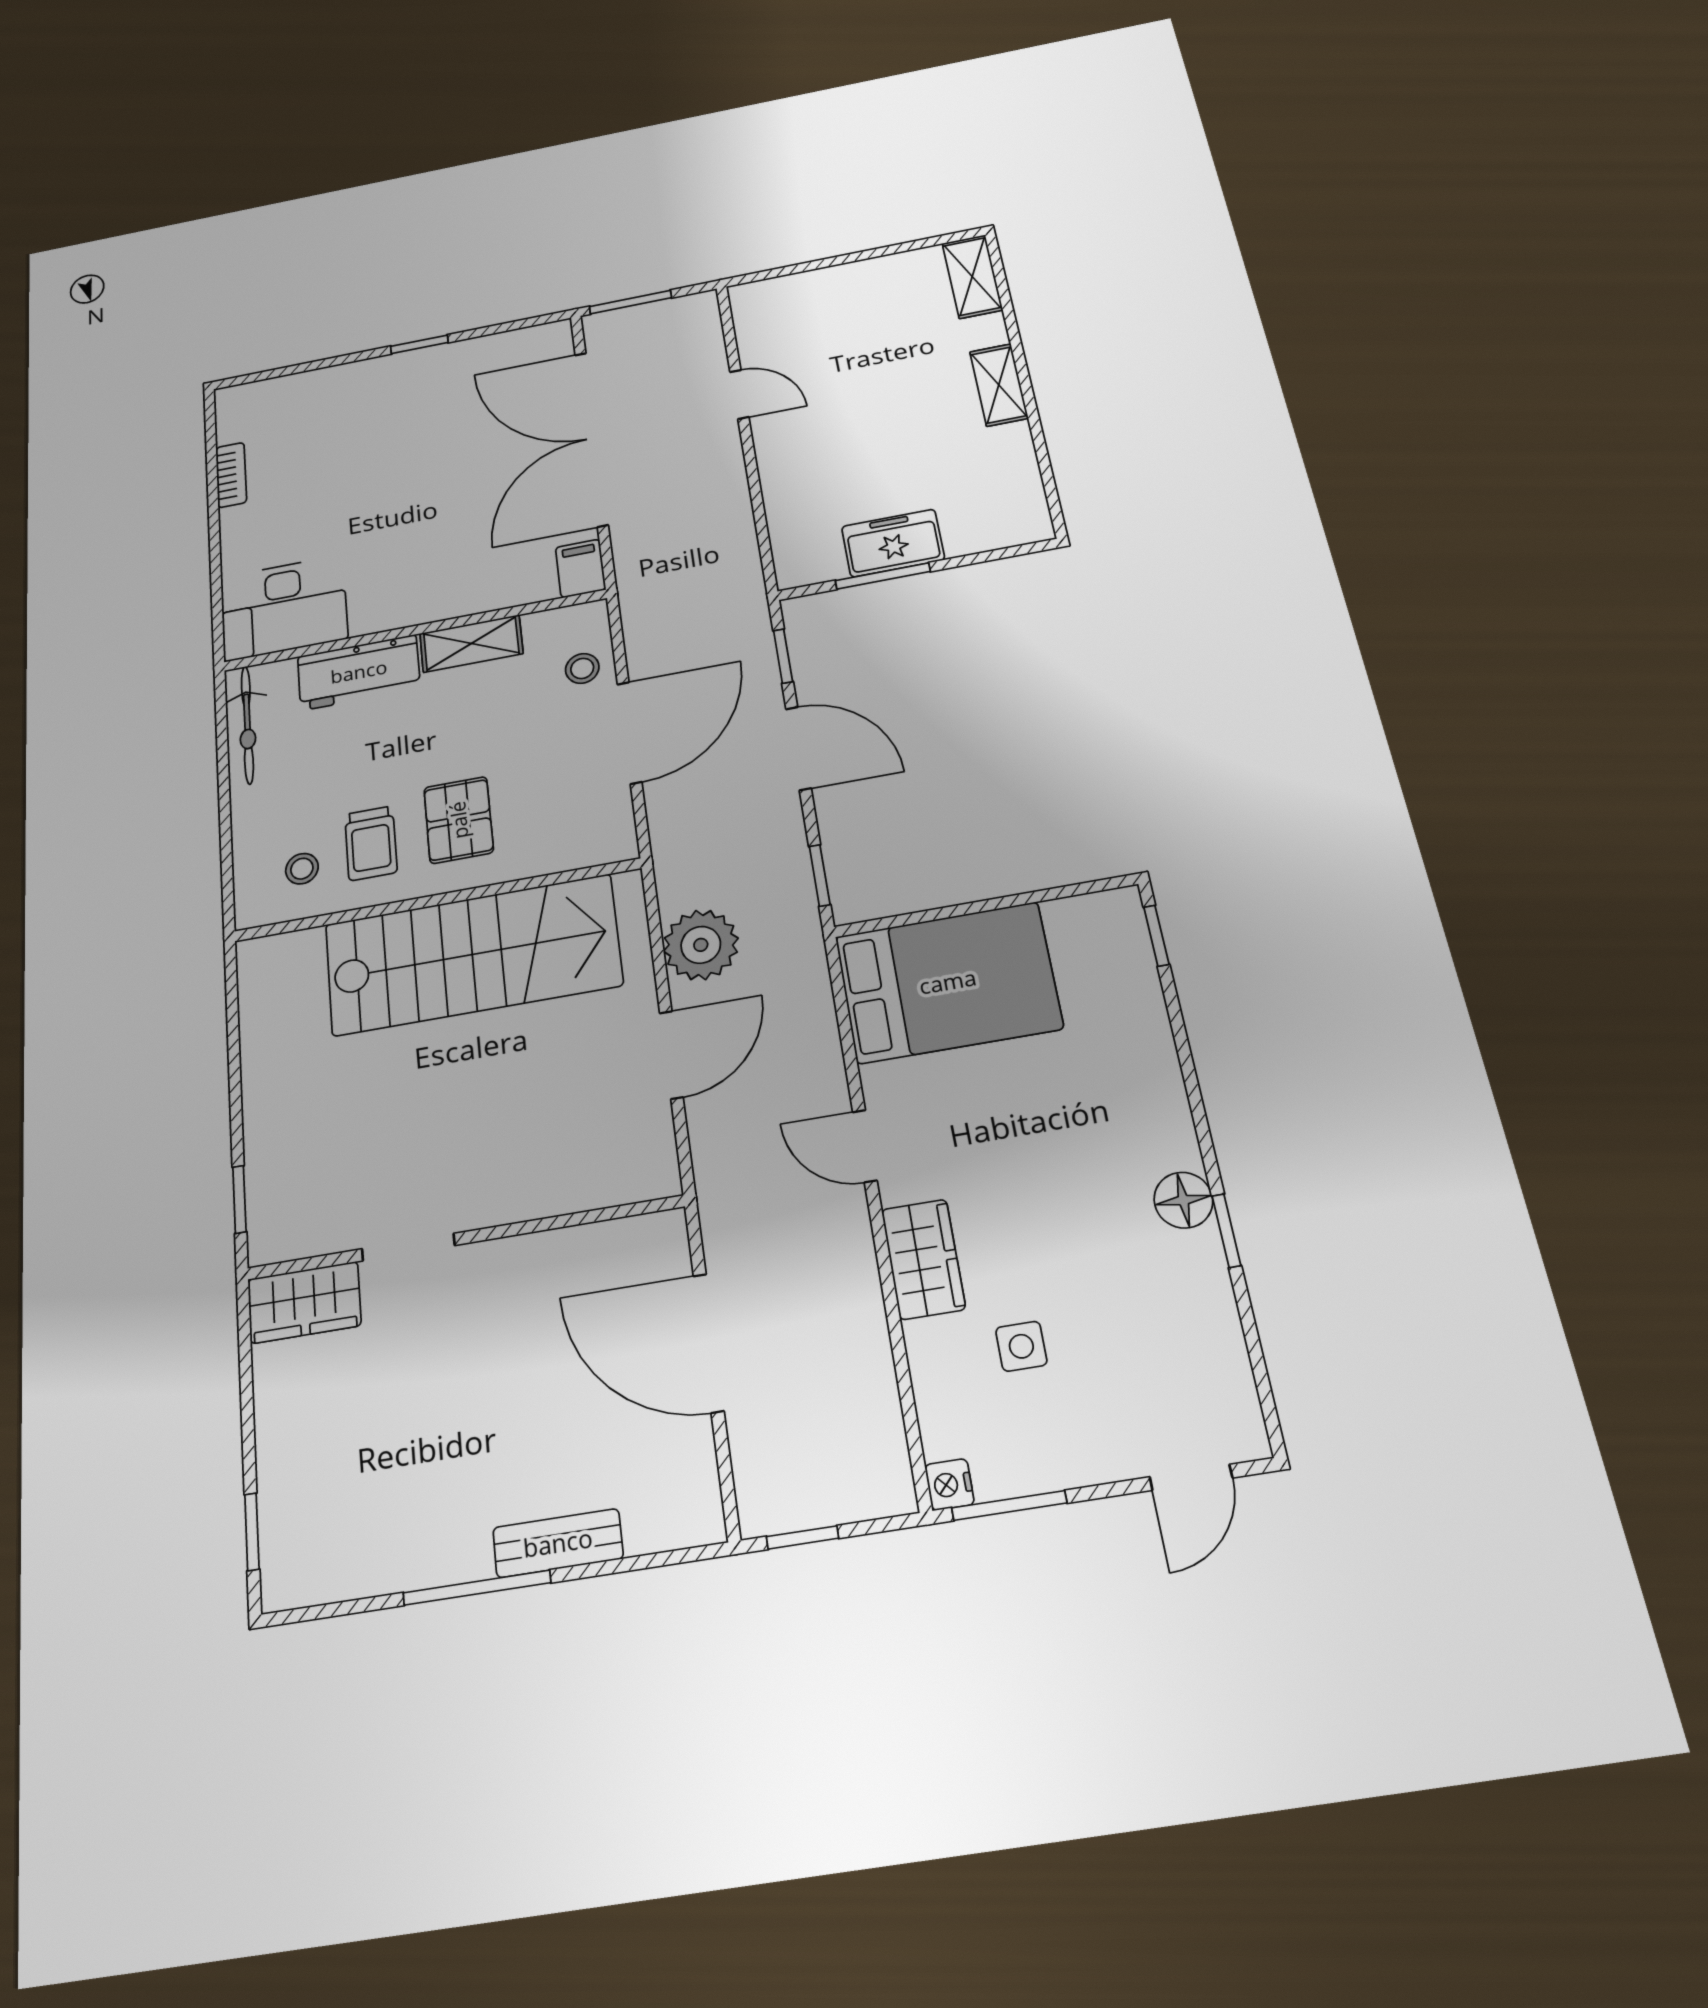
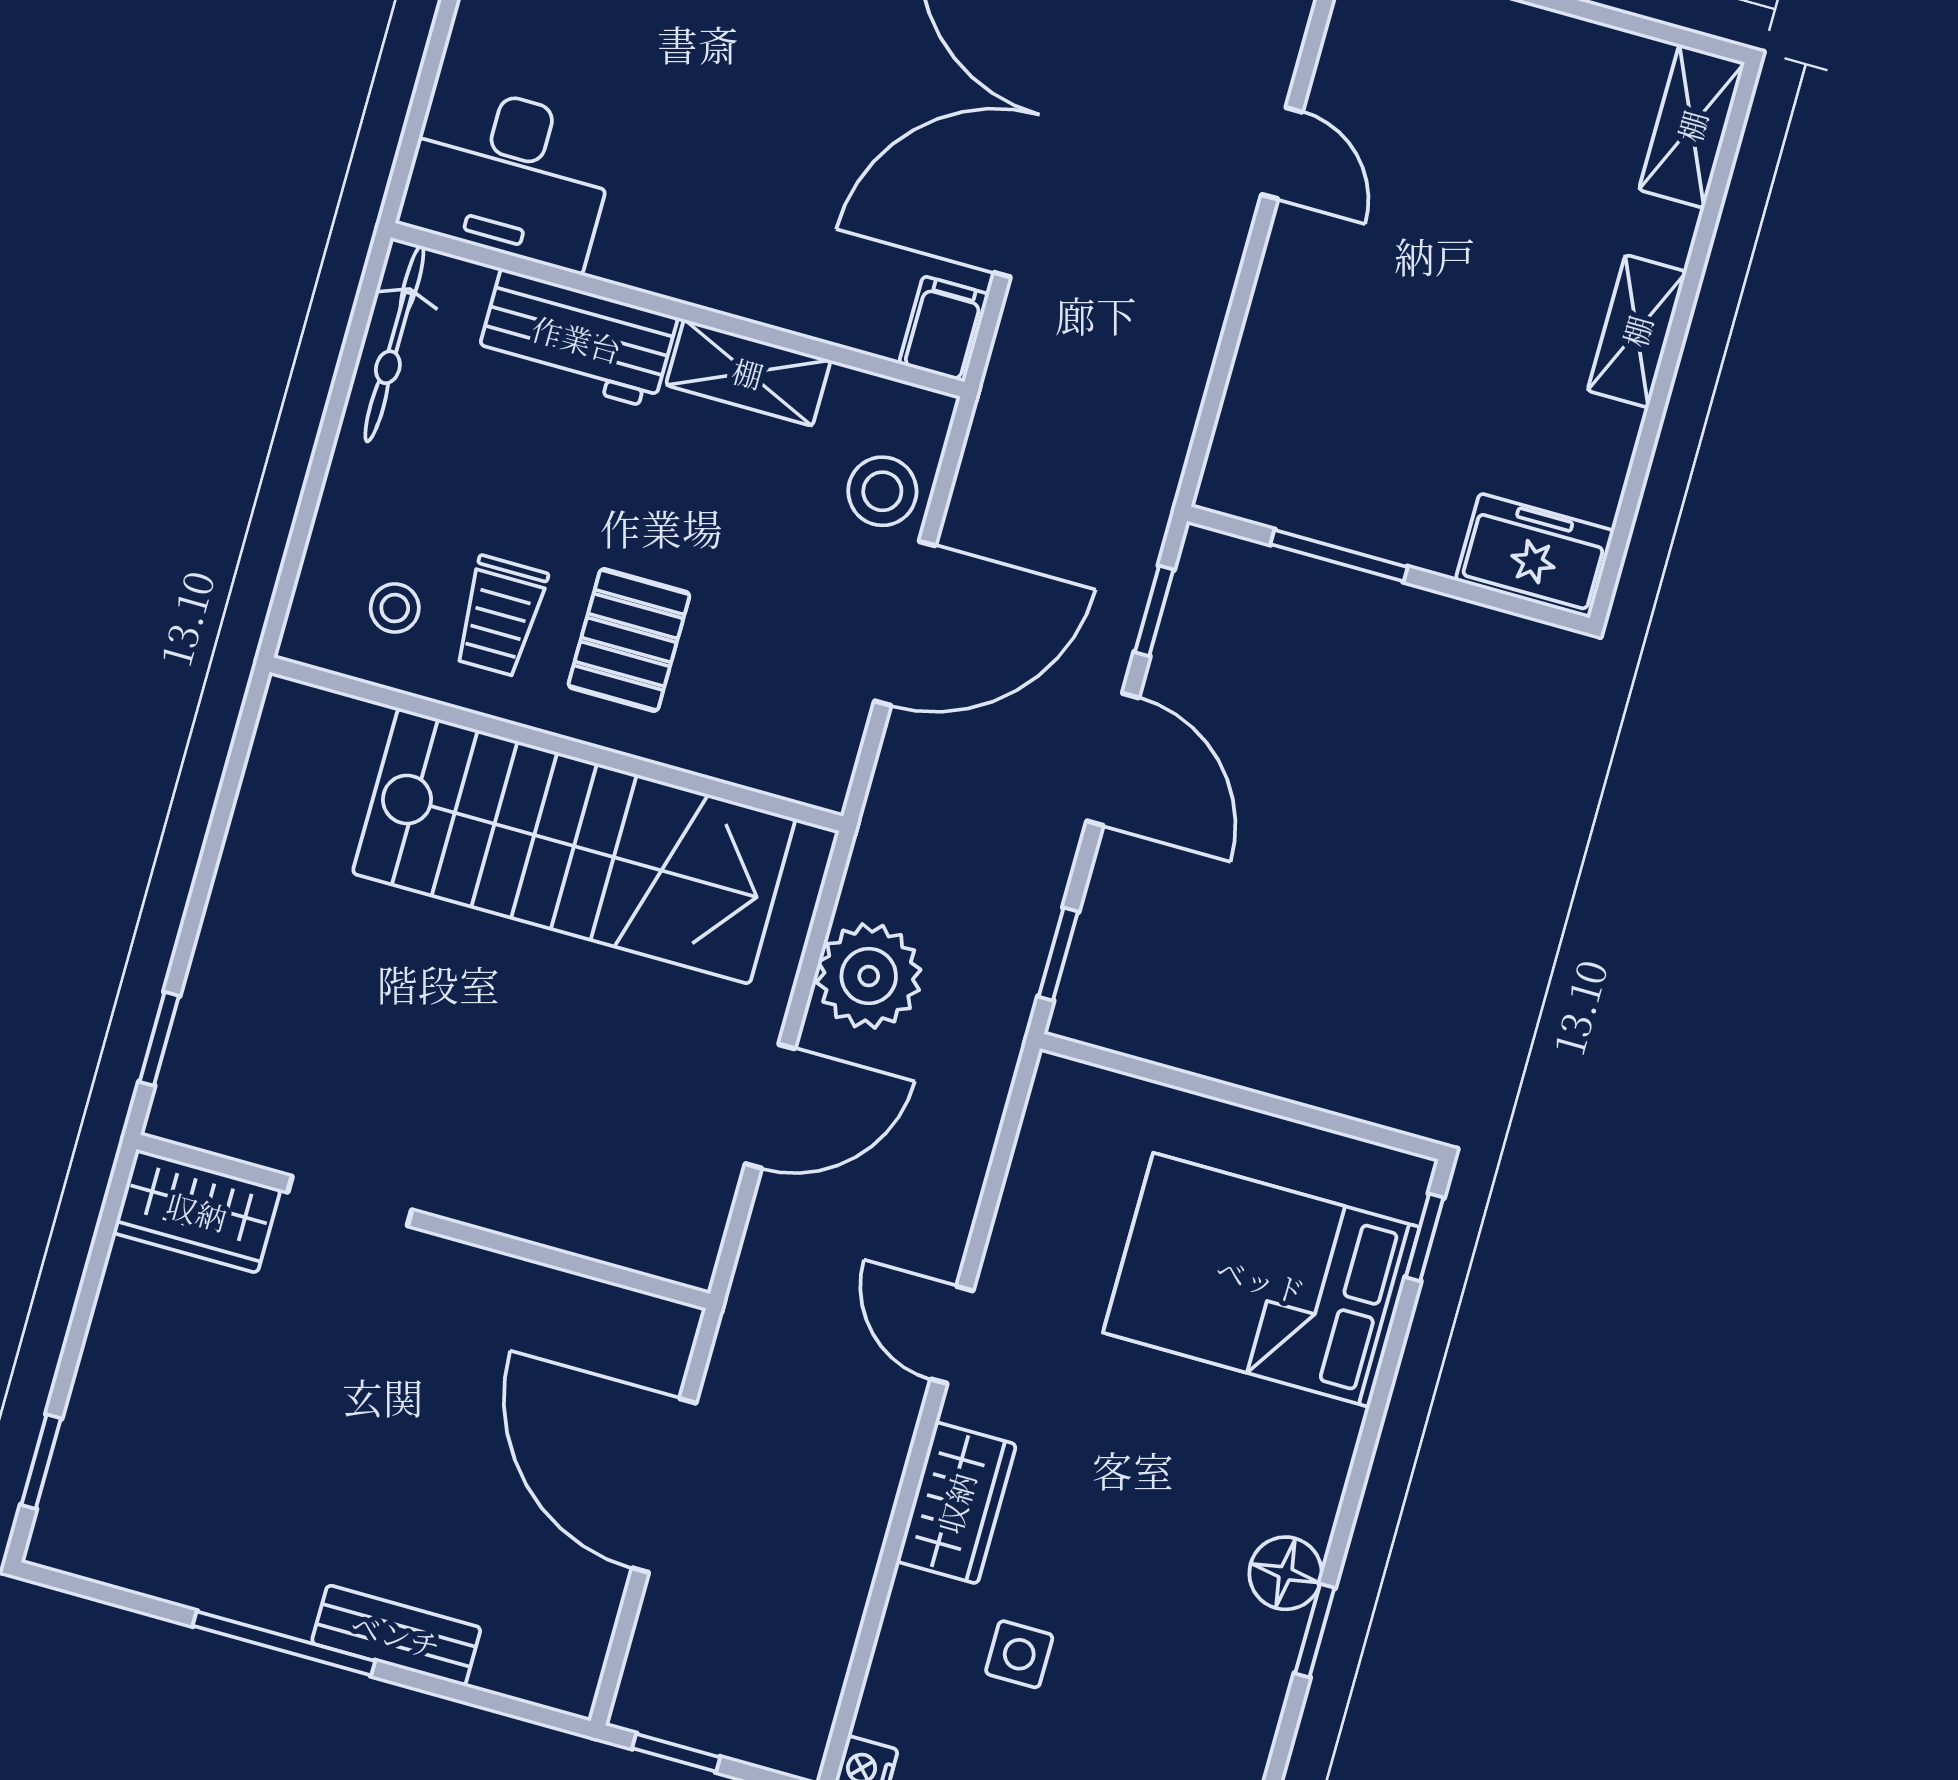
freezer: (893, 543) -> (1535, 555), moved
stool: (582, 668) -> (882, 491), width x1.37, depth x1.37
bed: (948, 982) -> (1261, 1280), moved, turned 180

